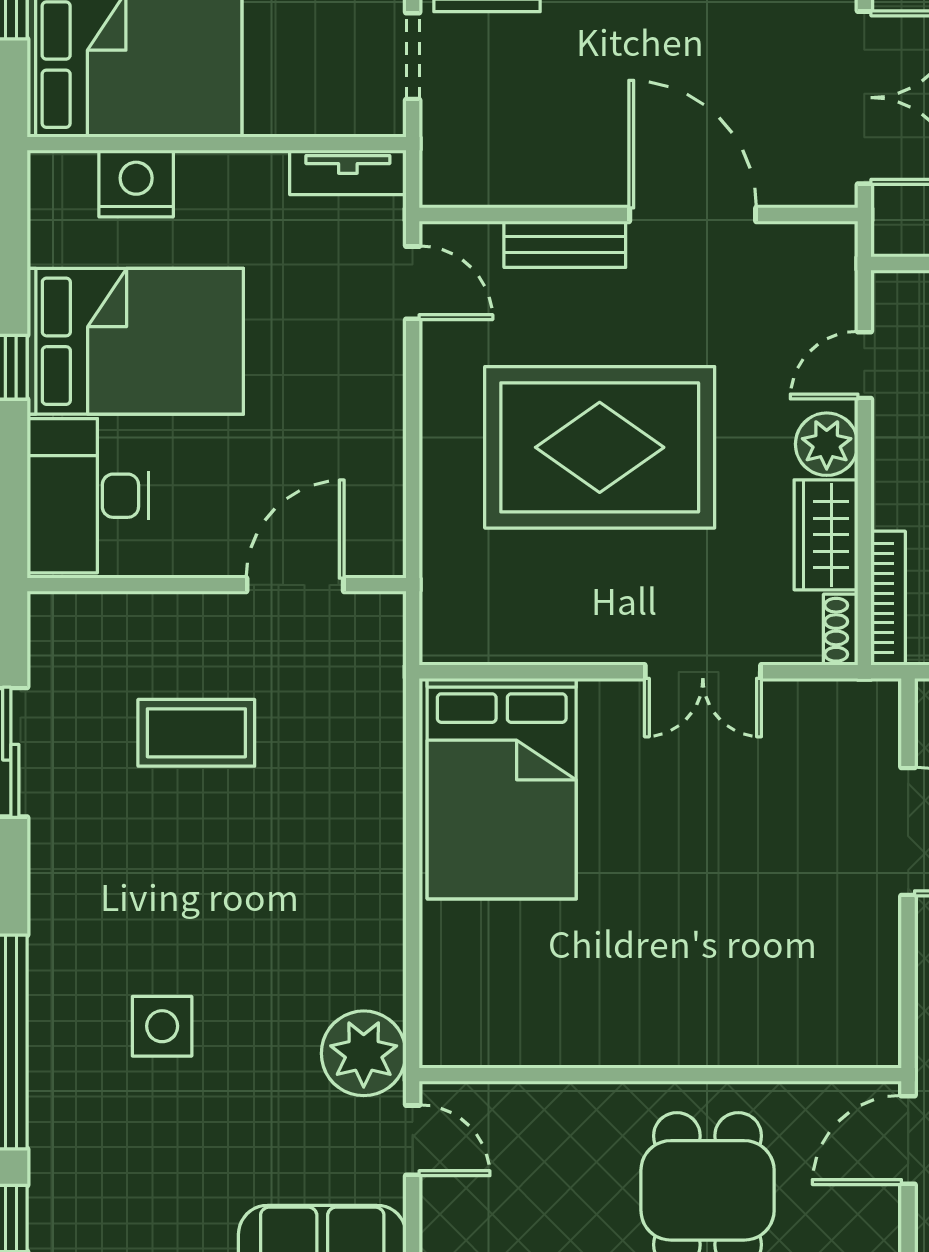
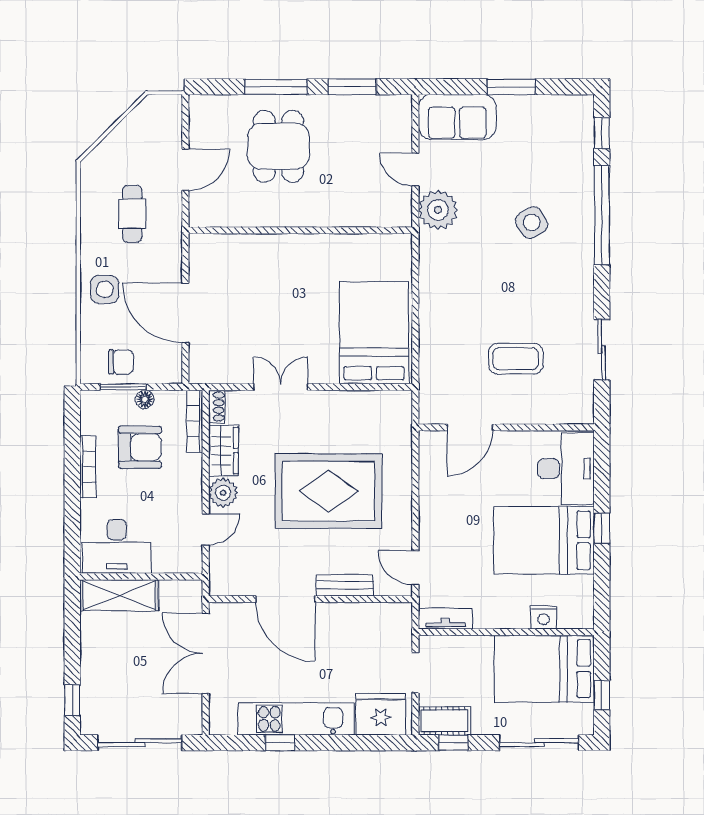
nightstand: (136, 184) -> (544, 617), width x0.74, depth x0.75
side table: (162, 1026) -> (532, 222), turned -32
wall: (660, 1075) -> (300, 230), moved

